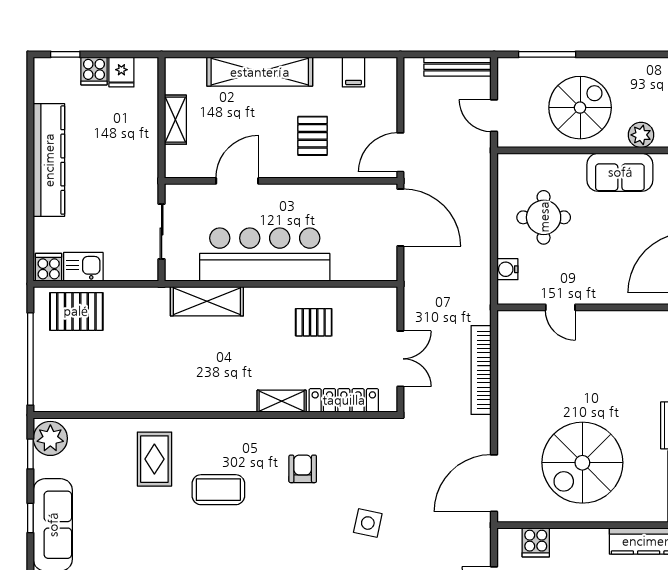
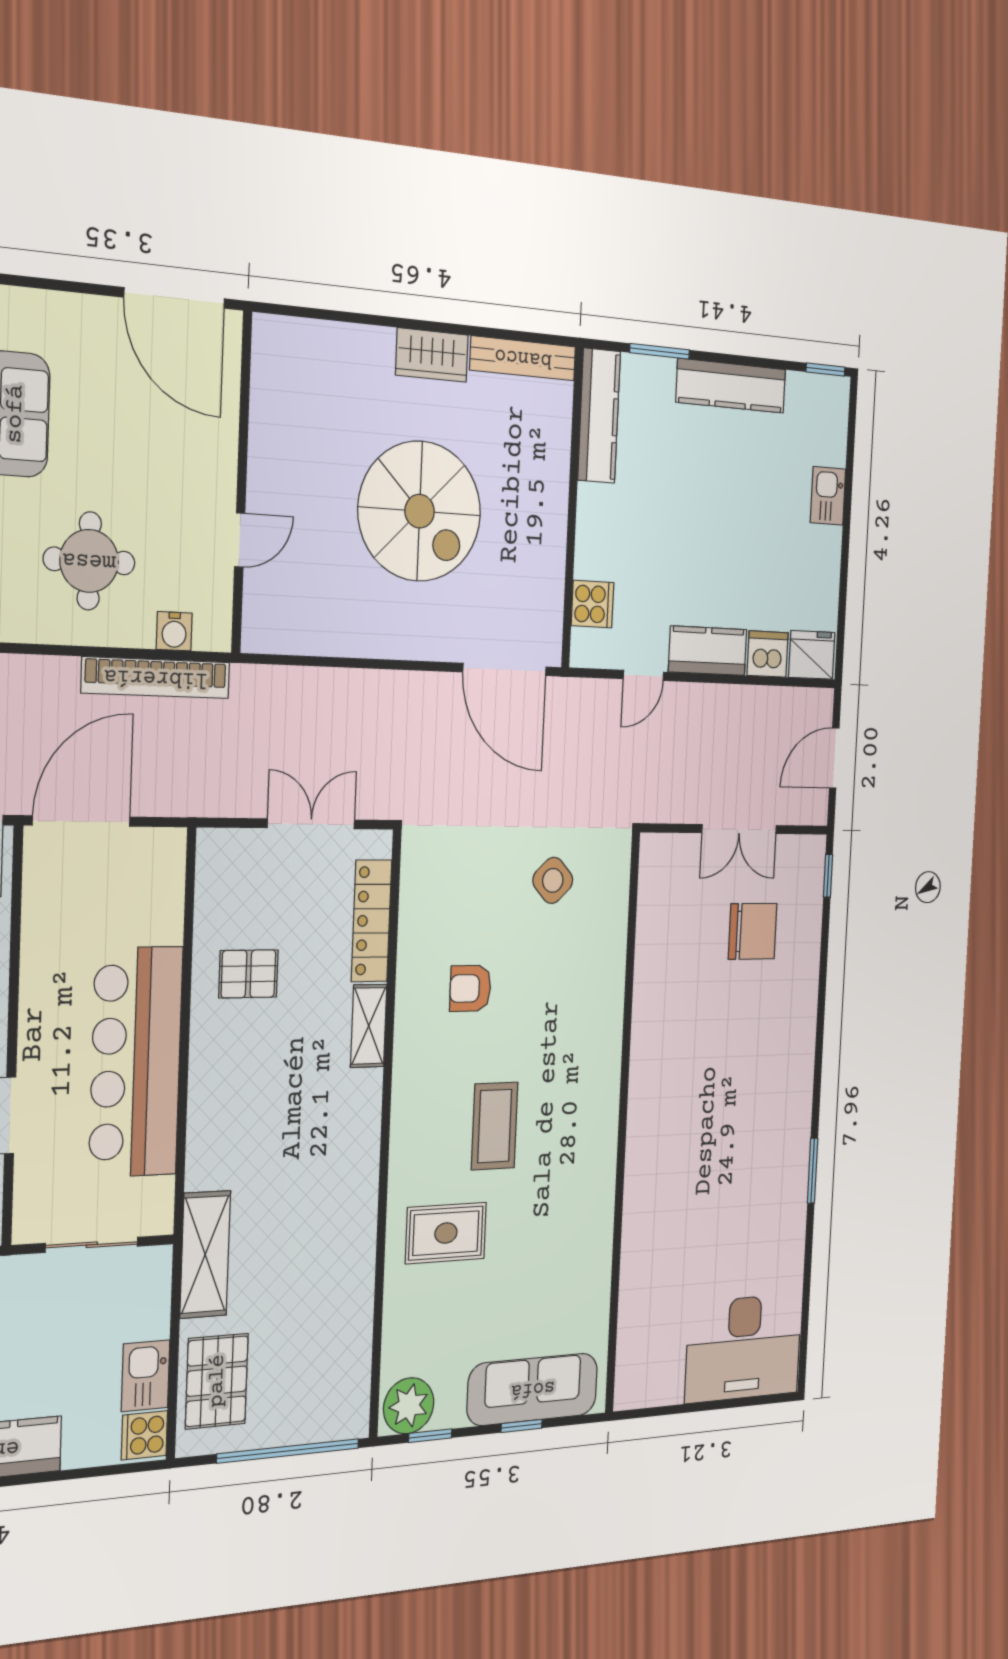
shelving: (207, 301) -> (205, 1254), moved
pallet: (314, 322) -> (248, 974), turned 90
bookcase: (481, 370) -> (156, 678), moved
spiral stairs: (582, 463) -> (420, 511), moved
side table: (368, 523) -> (553, 880), turned 35

